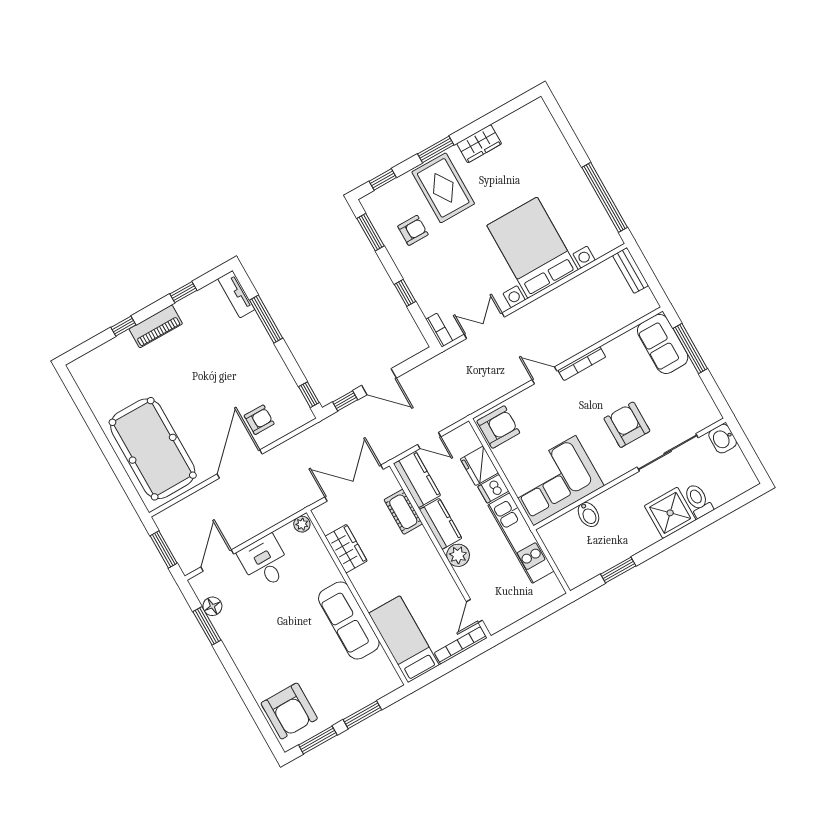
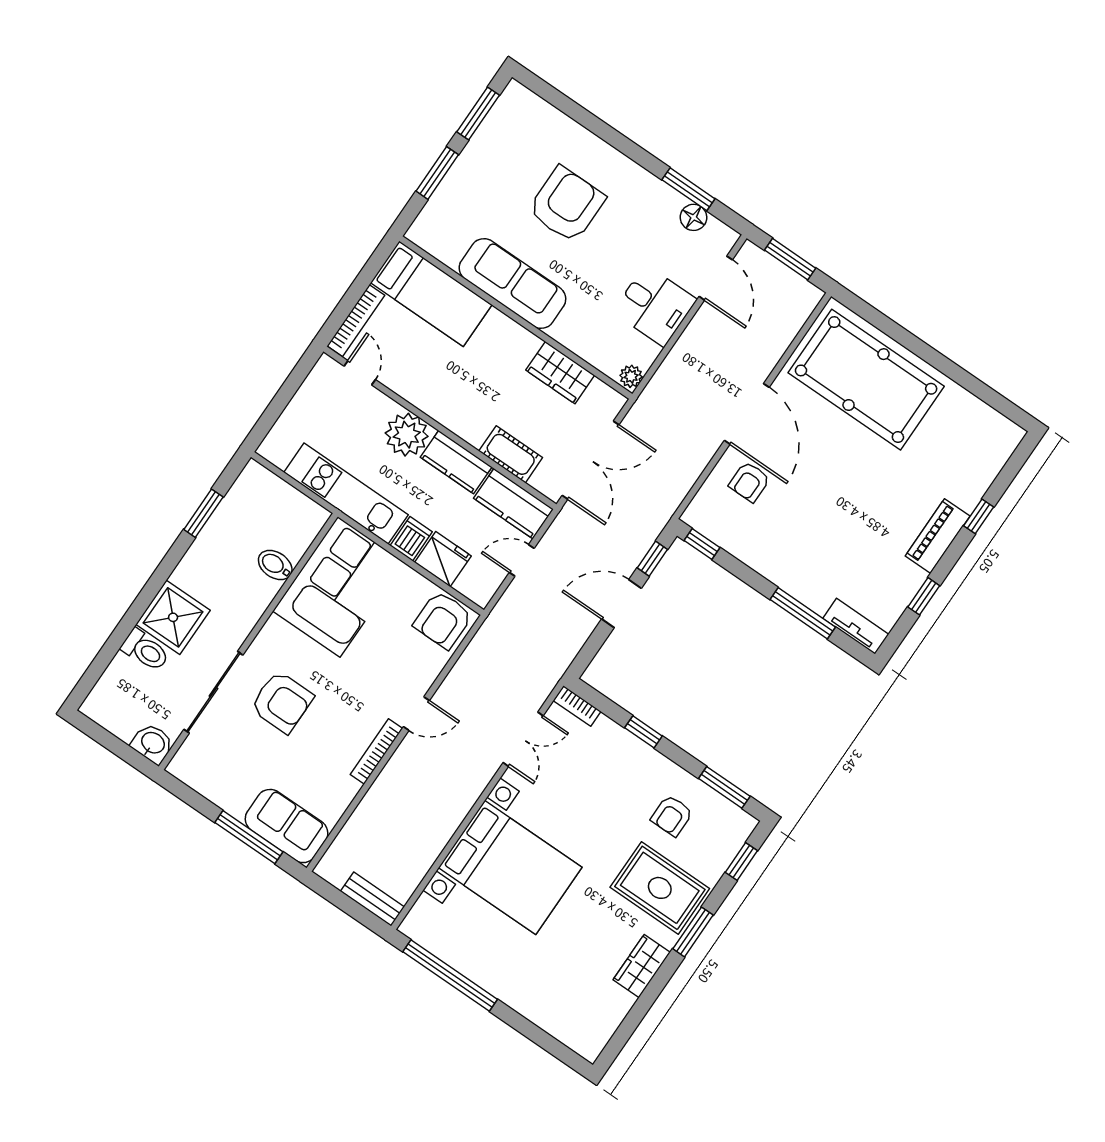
plant: (458, 555) -> (407, 435), width x1.36, depth x1.36
armchair: (289, 711) -> (566, 205), moved, turned 90

